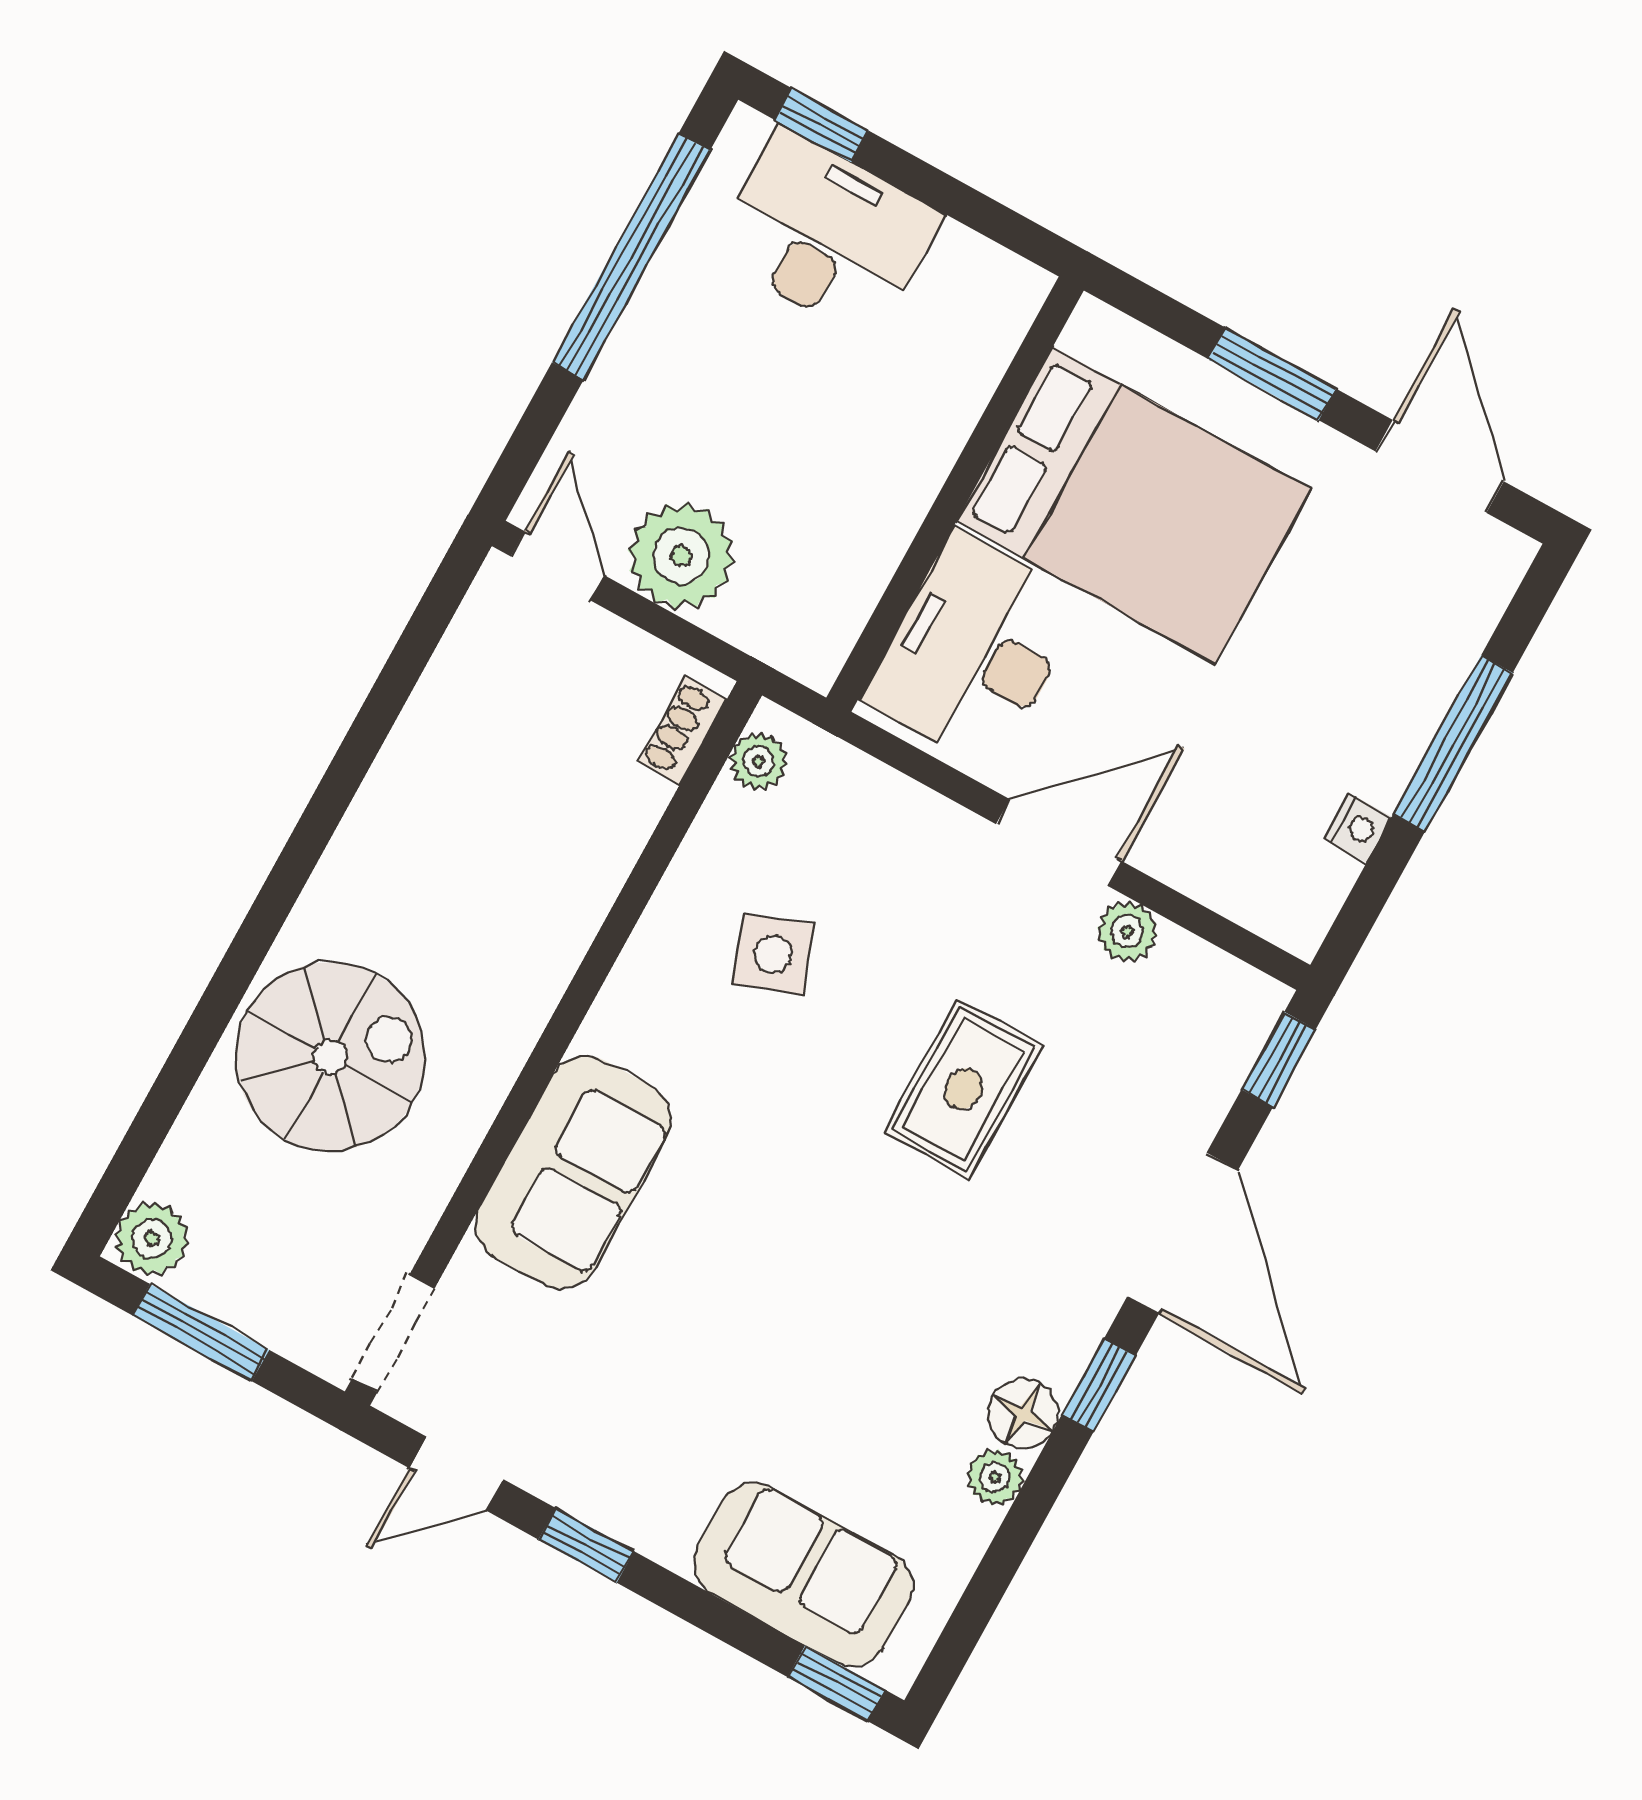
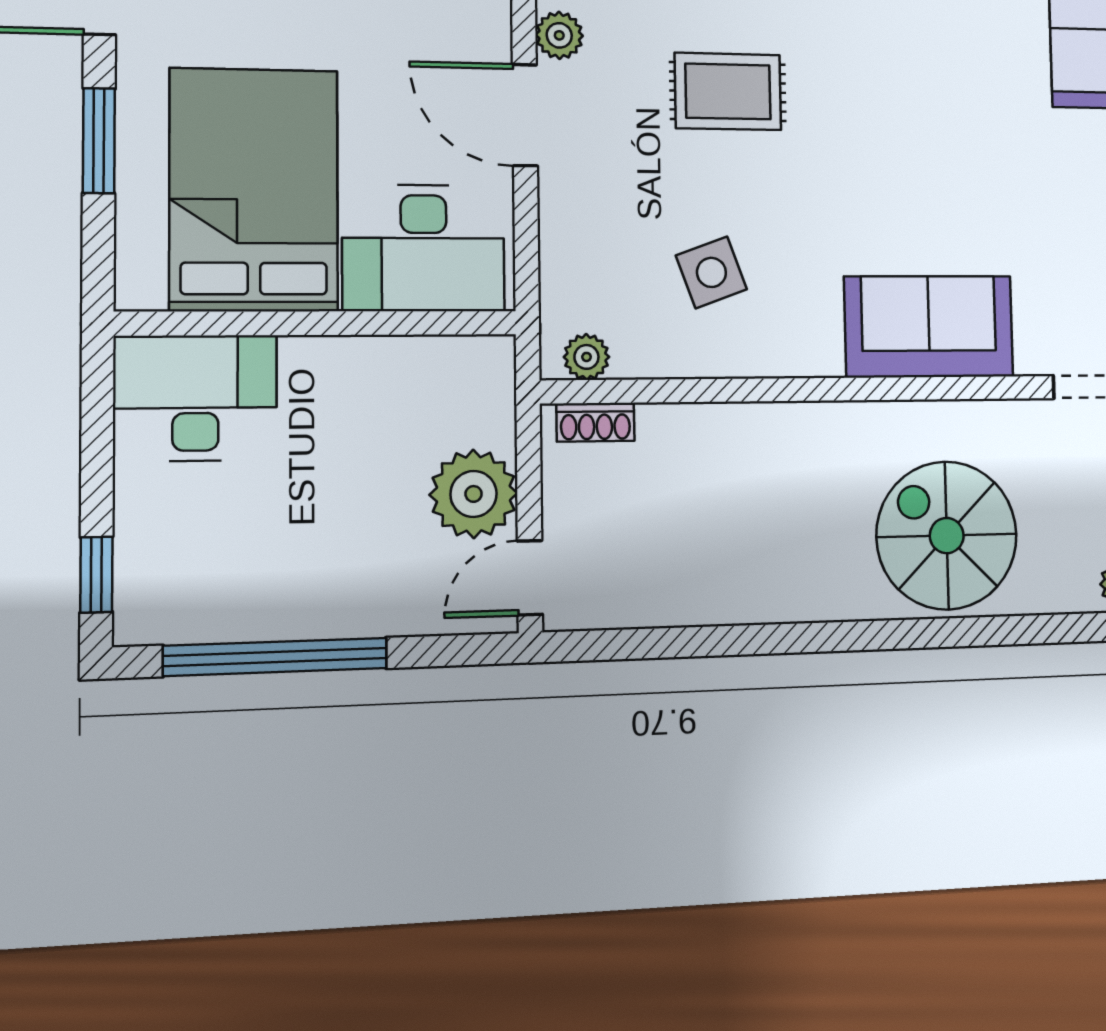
desk: (827, 234) -> (195, 398), moved, turned 90

